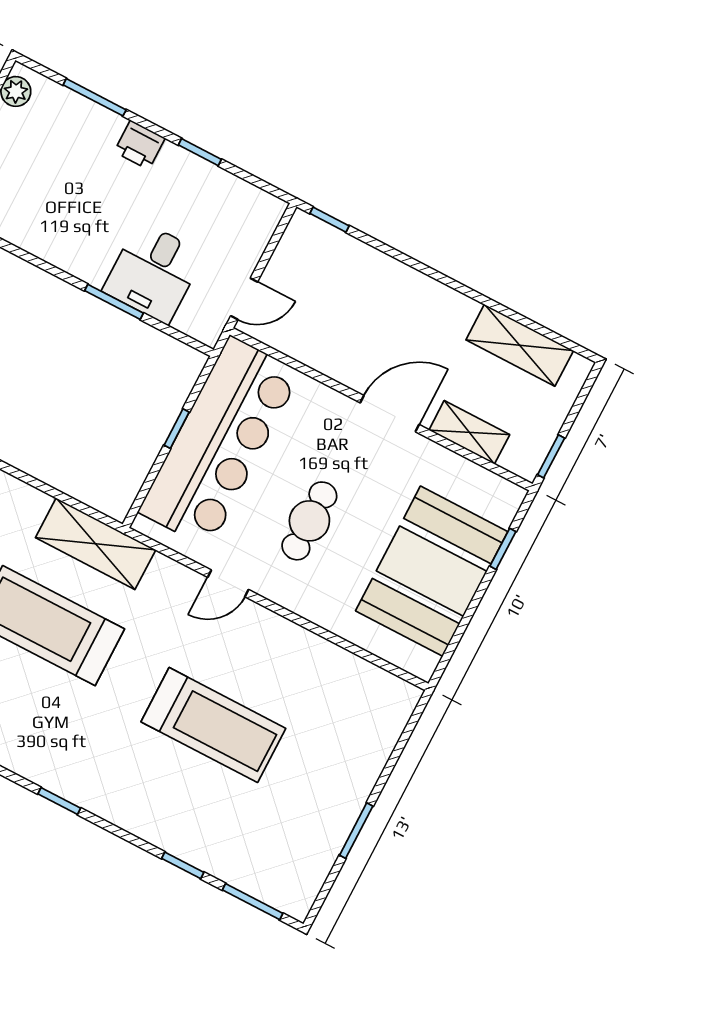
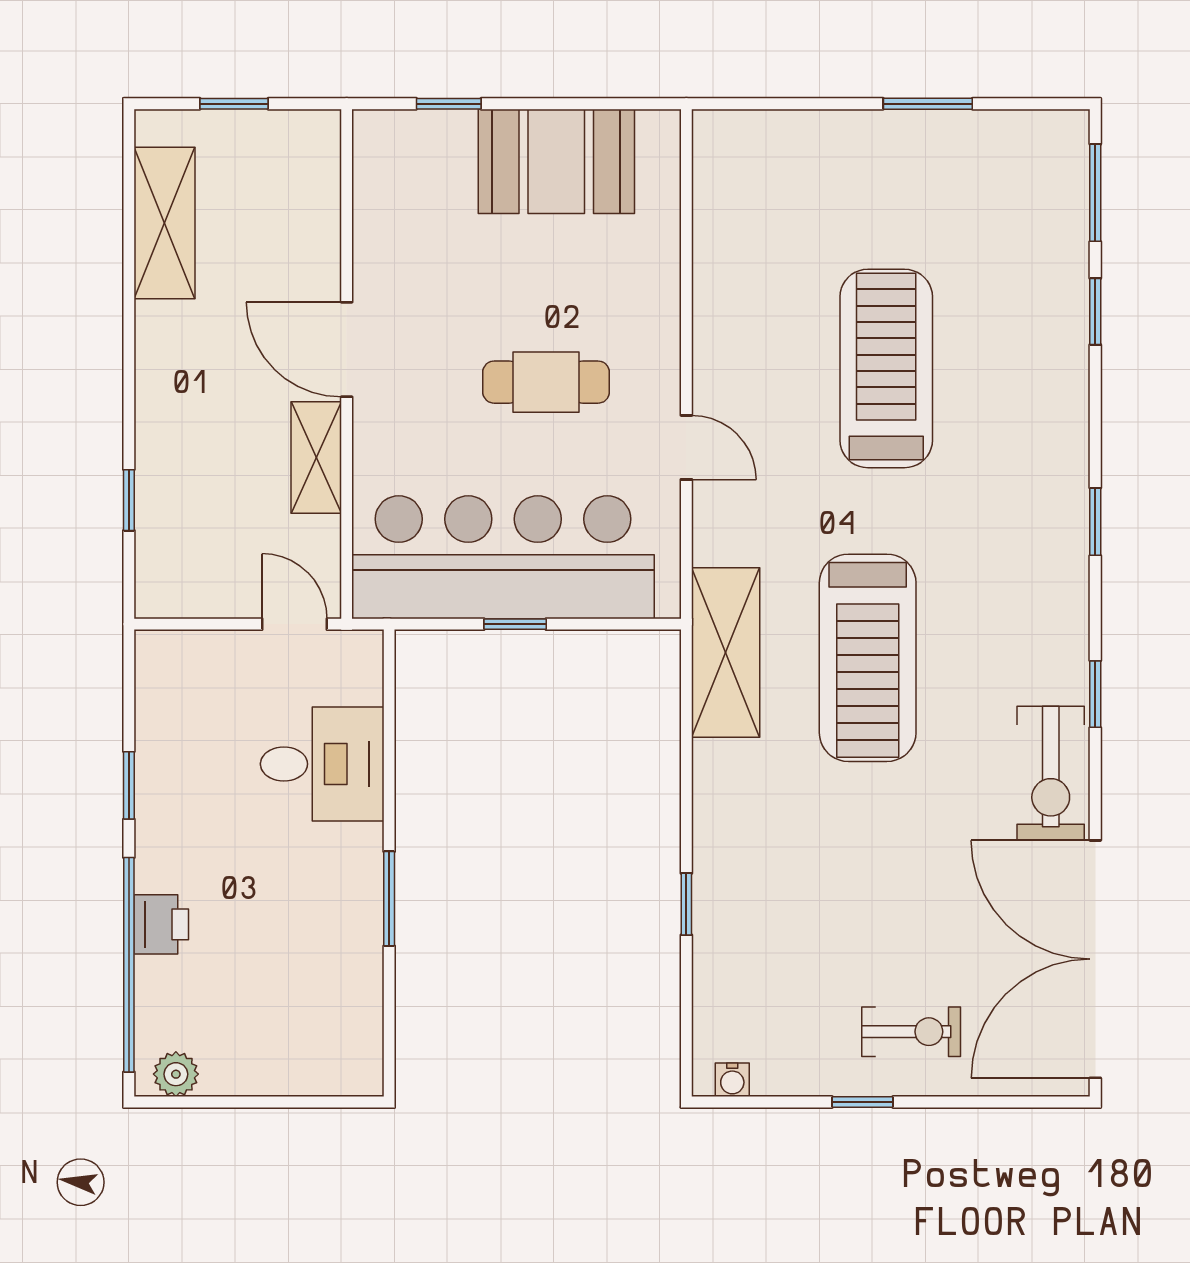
window: (95, 97) -> (129, 965), width x2.11
printer: (140, 145) -> (161, 924), moved
window: (329, 220) -> (129, 500), moved
window: (114, 302) -> (389, 899), moved
shelving: (469, 432) -> (316, 457), moved
window: (551, 456) -> (234, 104), moved
booth: (432, 571) -> (556, 161), width x0.73, depth x0.70

